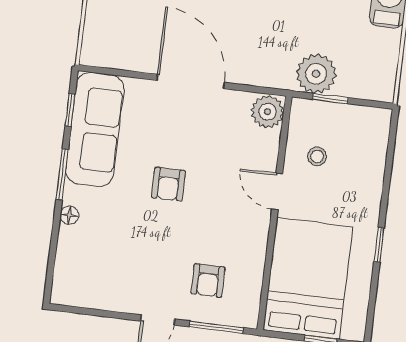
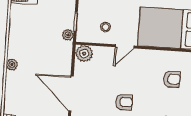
plant: (316, 74) -> (68, 35), width x0.53, depth x0.53
door: (191, 81) -> (71, 94), hinge flipped

